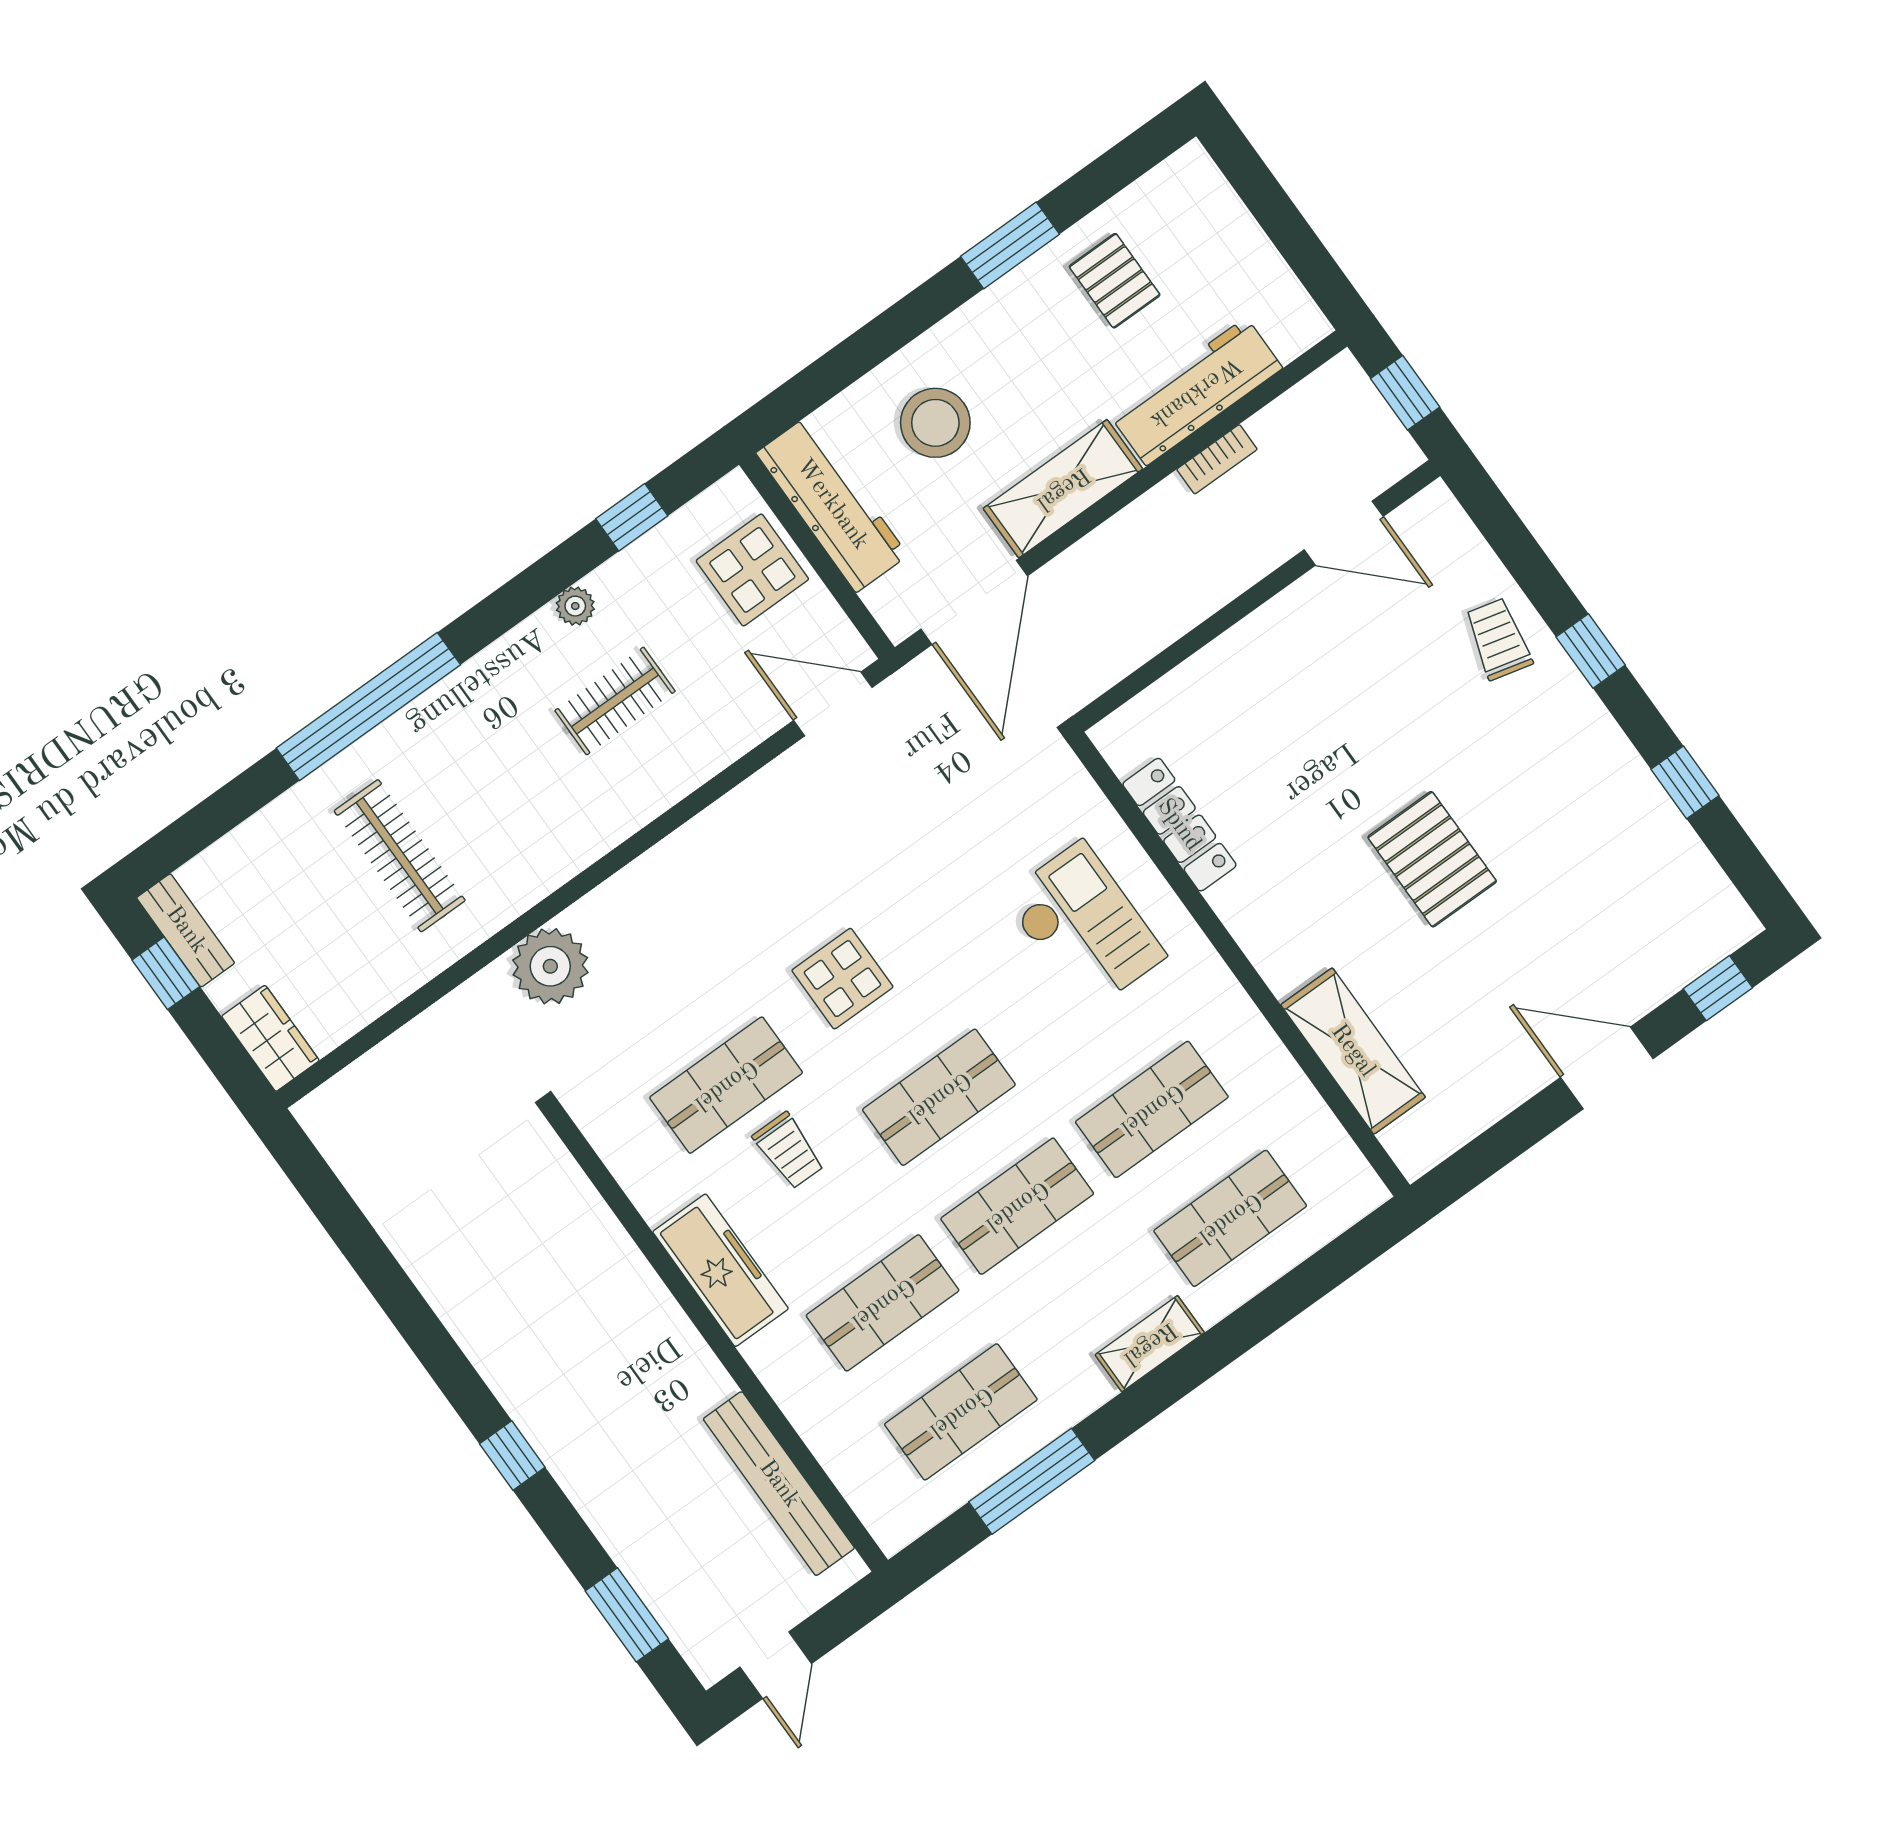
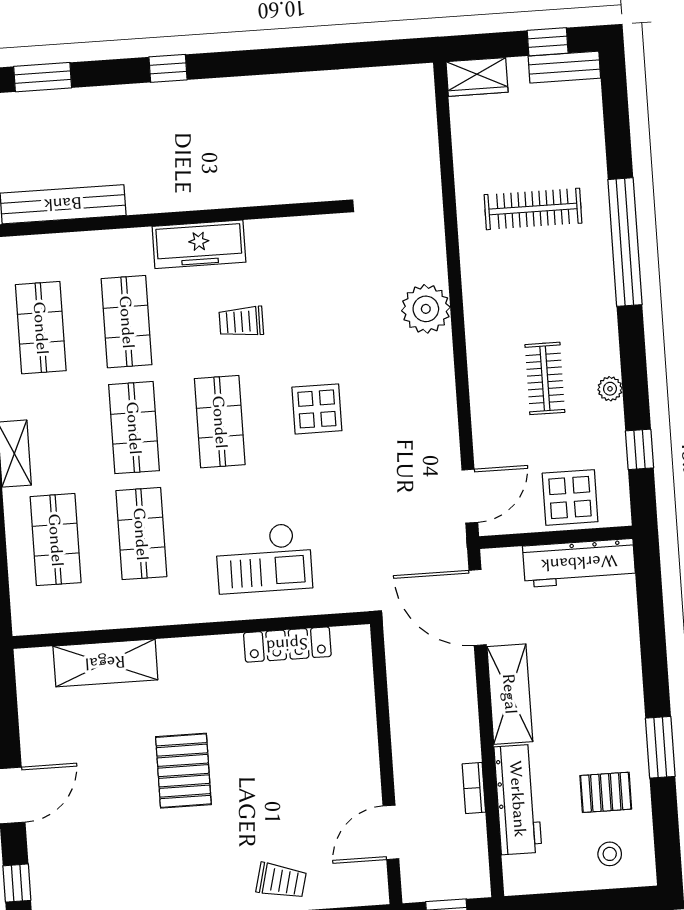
stool: (935, 423) -> (610, 854), moved, width x0.53, depth x0.53
pallet: (1432, 859) -> (183, 771), turned 90
plant: (550, 966) -> (426, 309), moved
shop shelf: (726, 1085) -> (298, 310), removed

